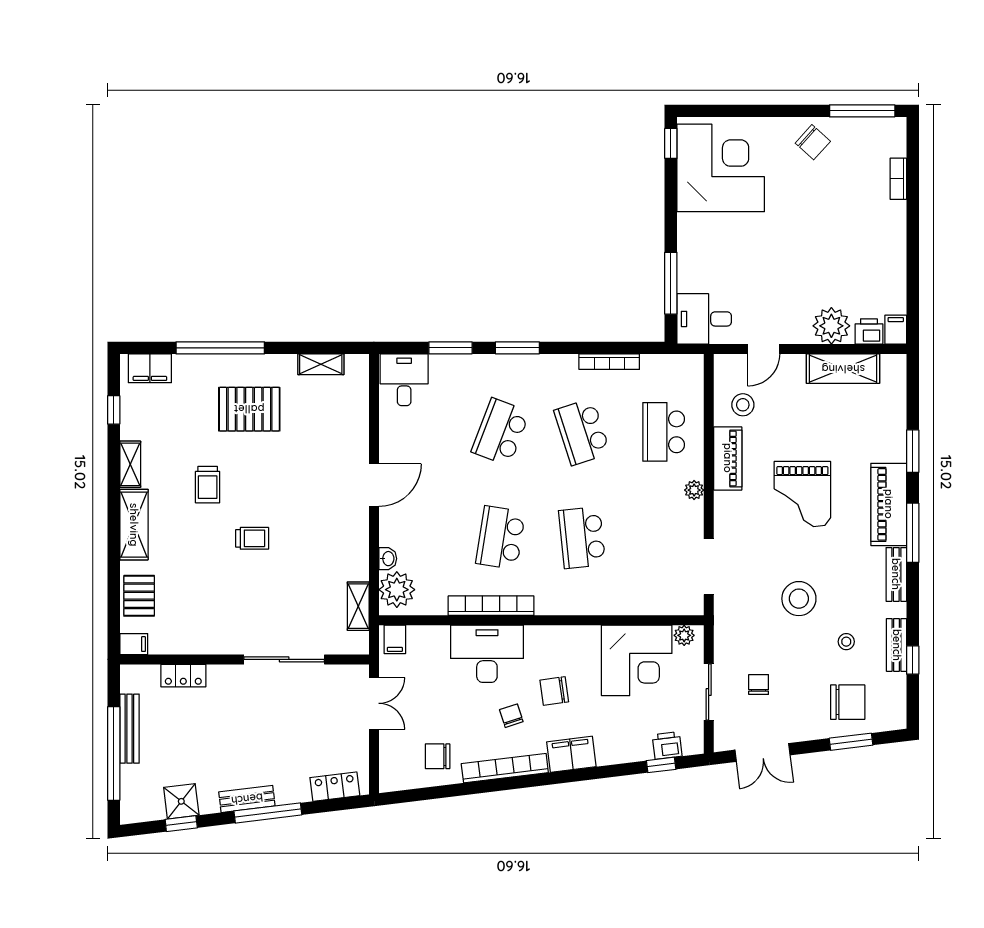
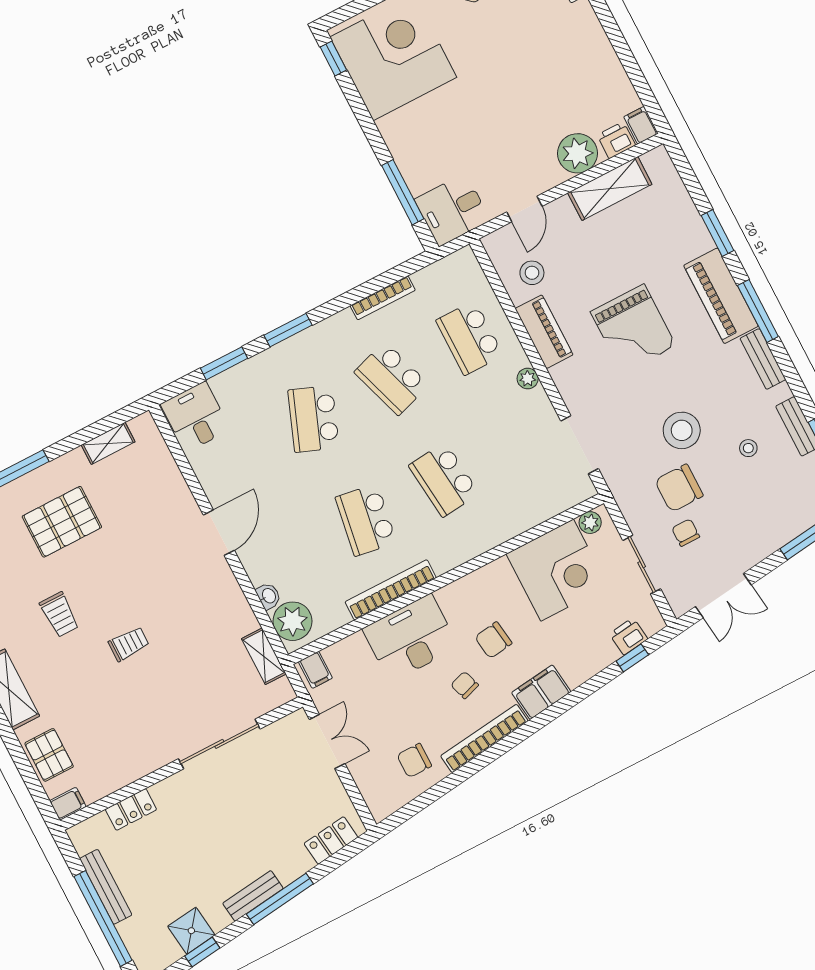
chair: (848, 702) -> (679, 488), moved, turned 180

